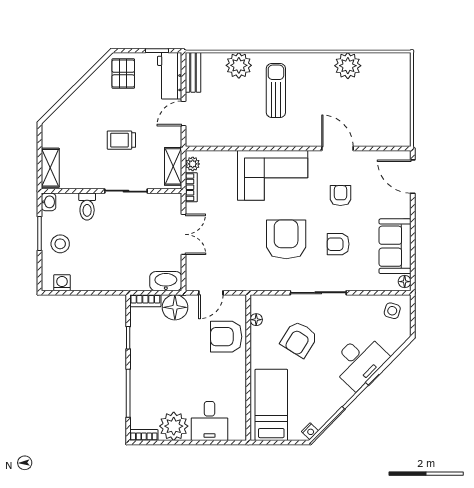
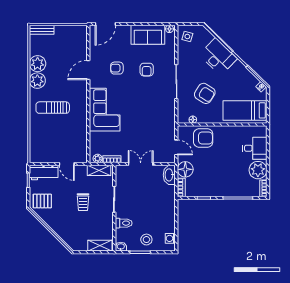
plant: (239, 65) -> (37, 81), moved
bench: (193, 72) -> (42, 30), moved
armchair: (286, 239) -> (144, 101), removed
armchair: (226, 337) -> (203, 138), turned -90

